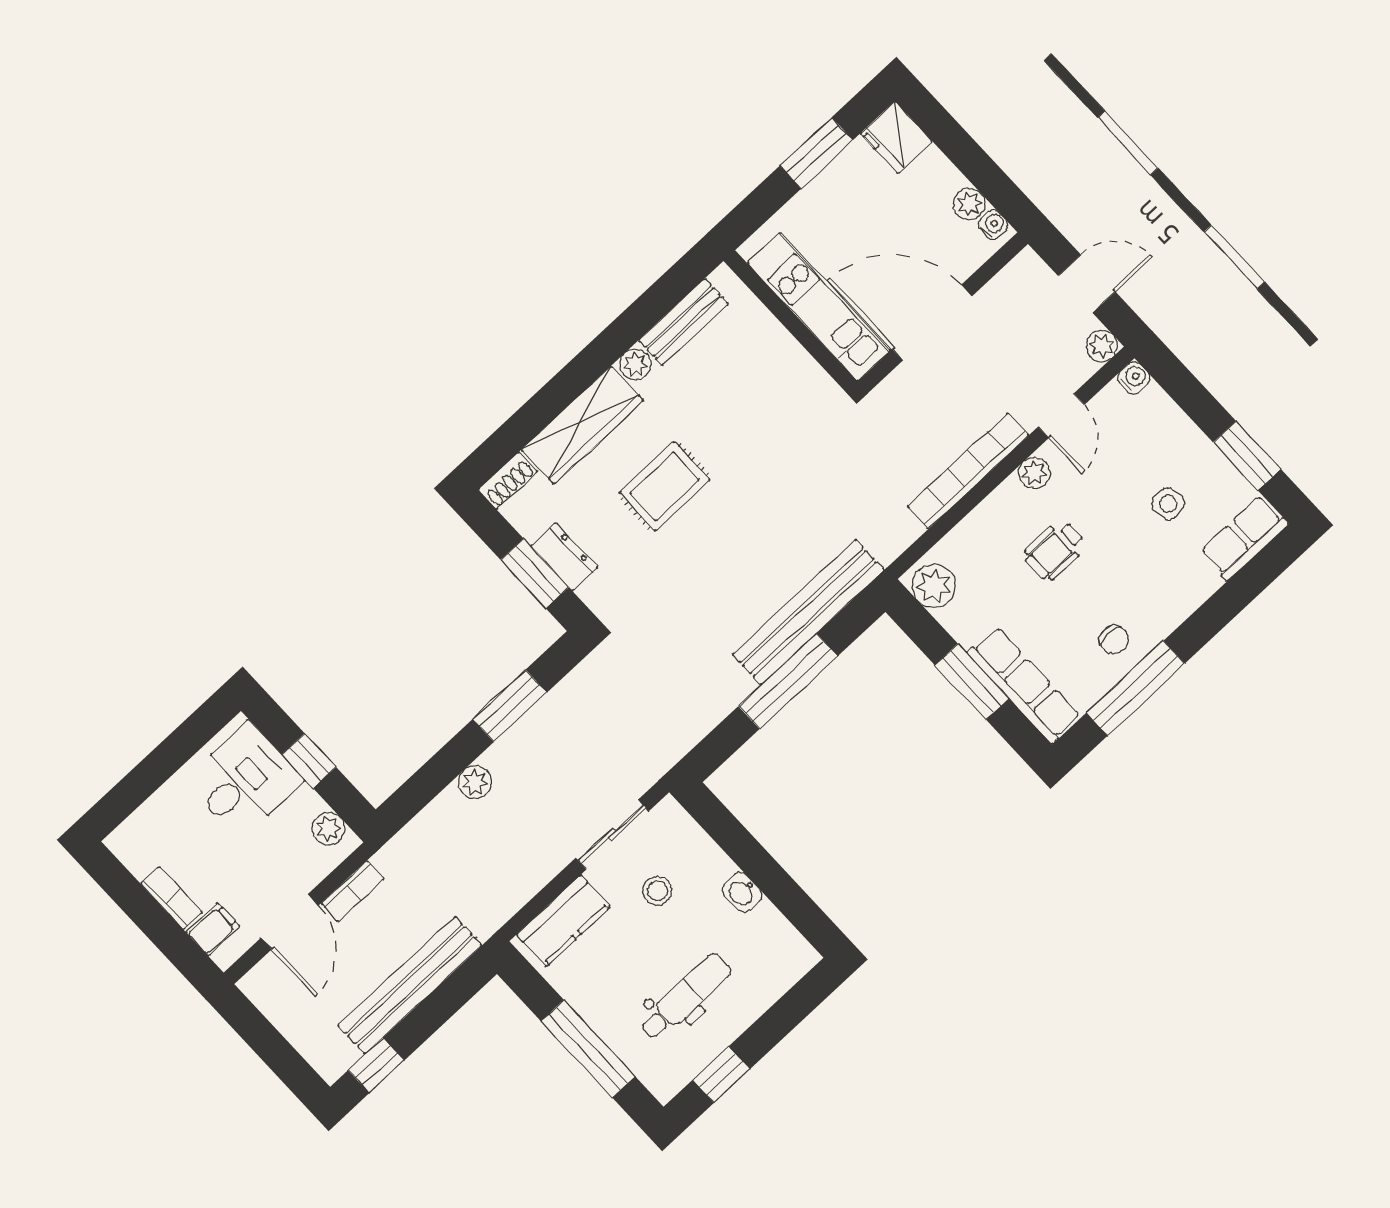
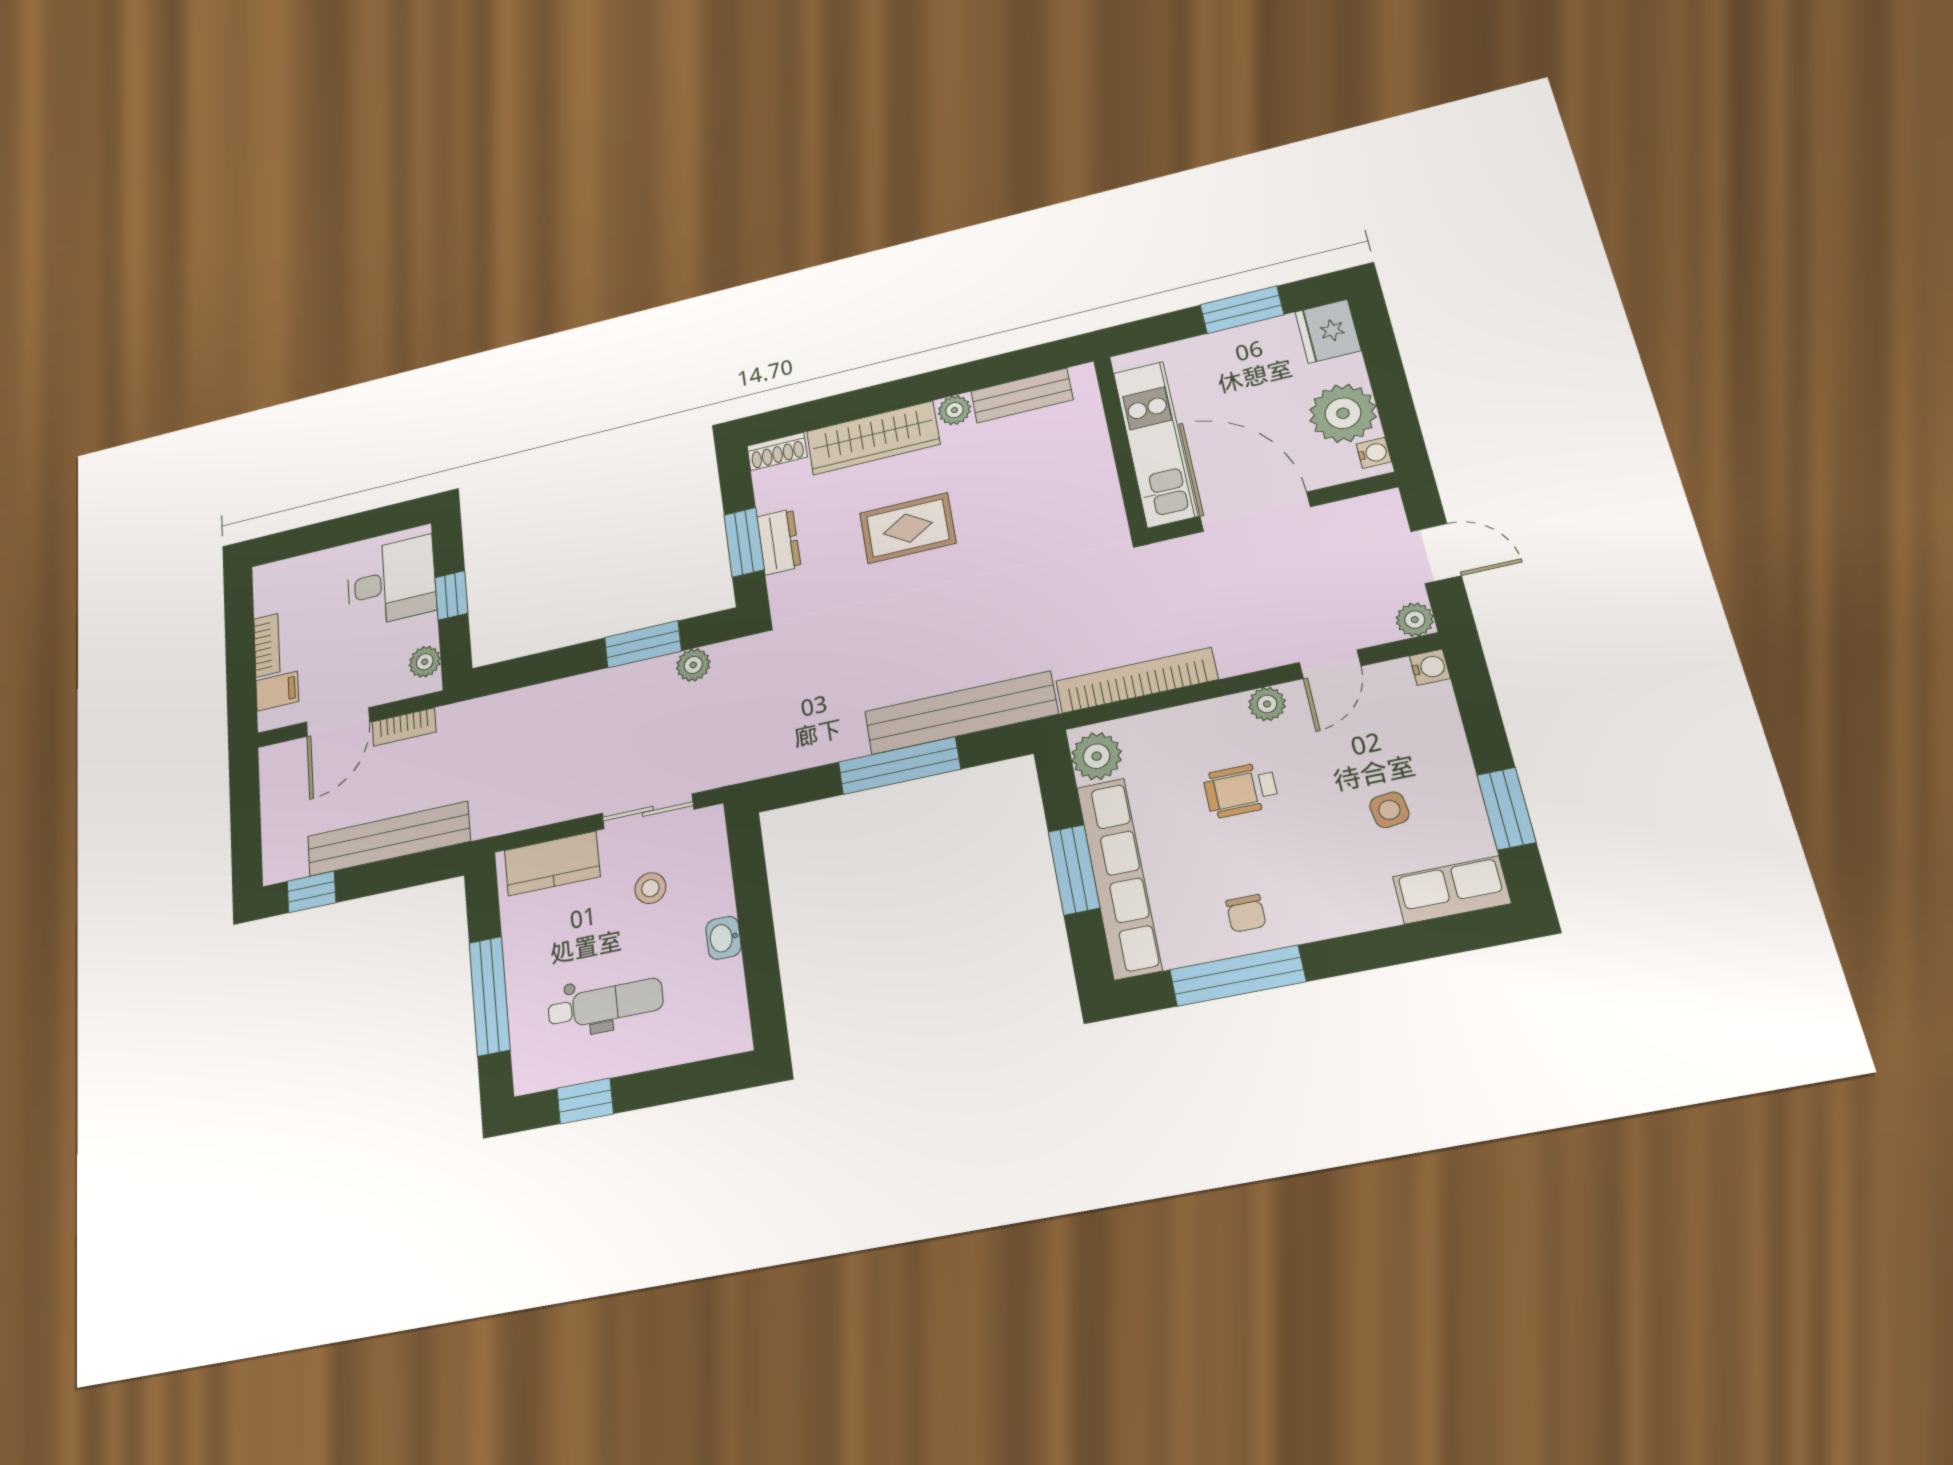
plant: (969, 204) -> (1343, 413), width x1.88, depth x1.88
bookcase: (968, 471) -> (1137, 680), moved
row of seats: (1024, 685) -> (1119, 878), width x1.36
plant: (475, 782) -> (693, 665), moved

